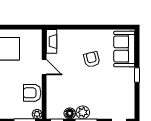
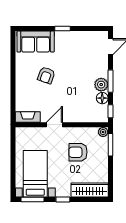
armchair: (92, 59) -> (46, 75), turned -56
armchair: (32, 93) -> (78, 152), moved, turned 90

